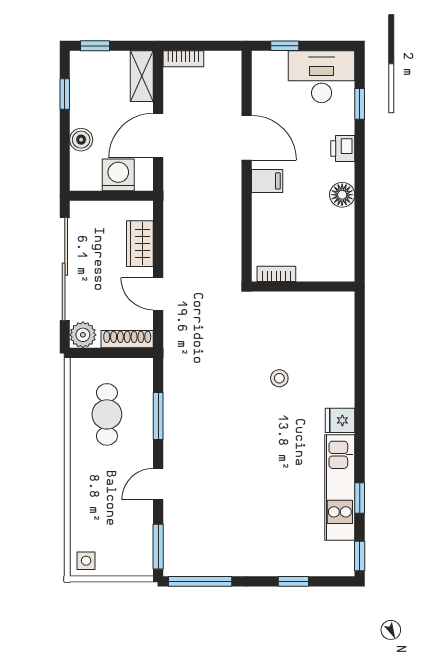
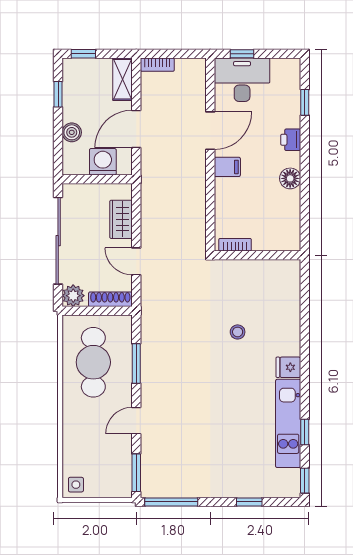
desk: (322, 77) -> (242, 80), moved
door: (247, 138) -> (210, 131), hinge flipped
cafe table: (107, 414) -> (93, 362), width x1.37, depth x1.35

